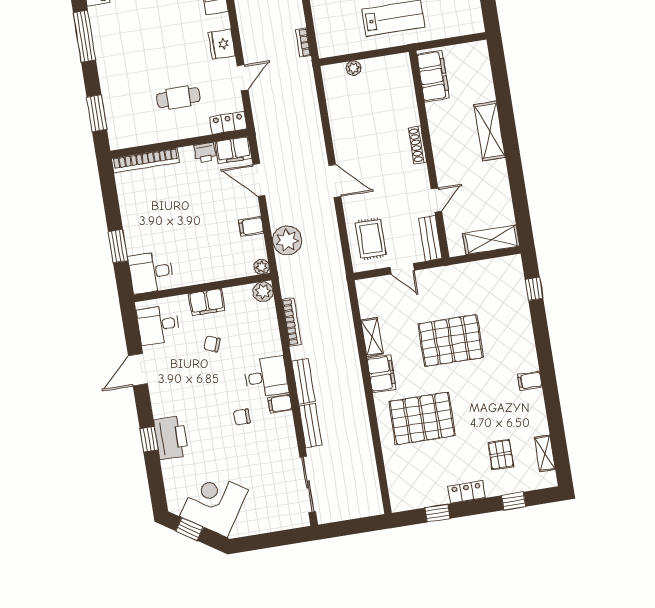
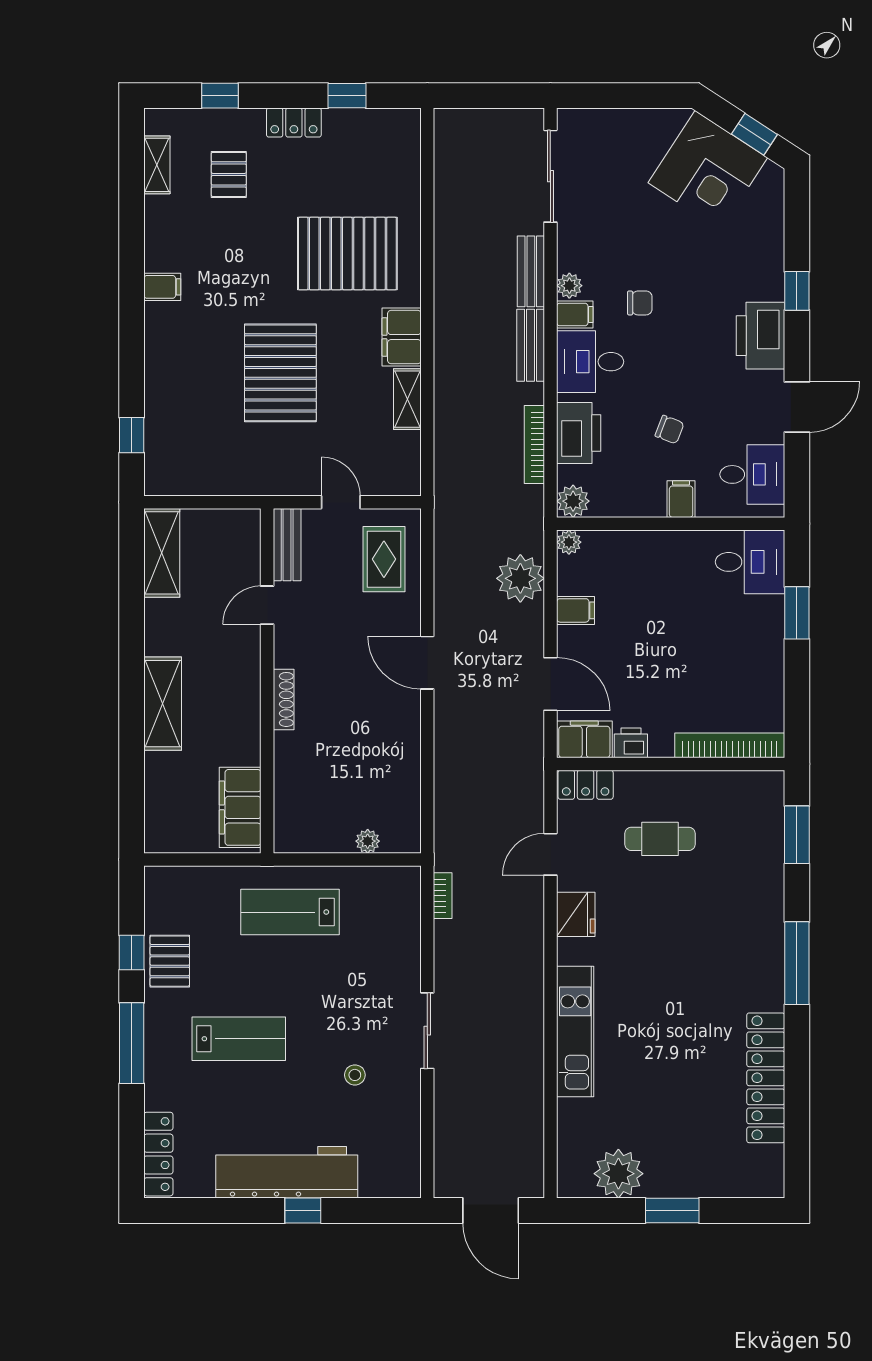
shelving: (491, 240) -> (162, 553), moved, turned 90
filing cabinet: (207, 302) -> (681, 499), width x0.50
printer: (266, 333) -> (579, 433), added
pallet: (451, 341) -> (280, 373), turned 90
plant: (286, 421) -> (569, 286), added
printer: (171, 438) -> (761, 336), moved

